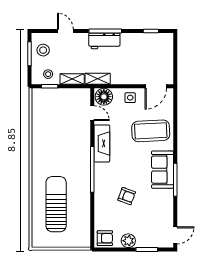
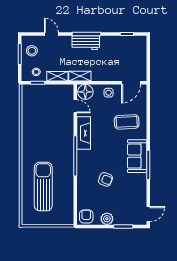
coffee table: (151, 131) -> (127, 122), width x0.73, depth x0.76
armchair: (105, 238) -> (86, 216), turned -90

